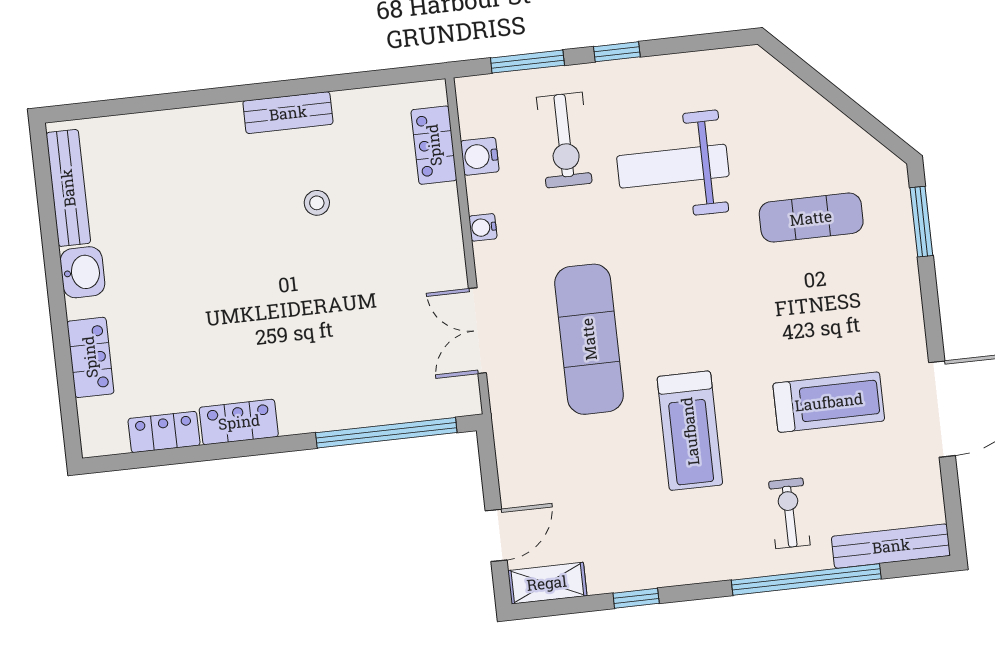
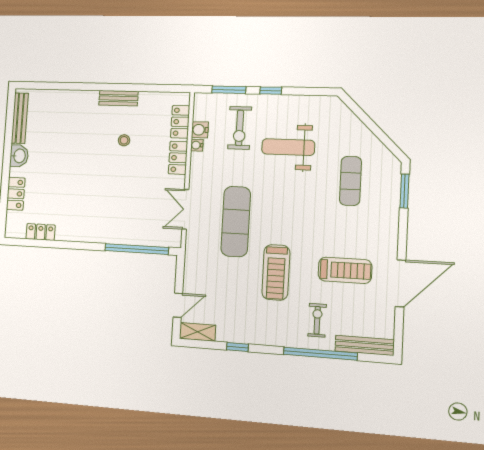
exercise mat: (811, 218) -> (350, 181), turned 90
water cooler: (483, 227) -> (197, 145), moved
locker: (239, 422) -> (178, 158), moved, turned -90

